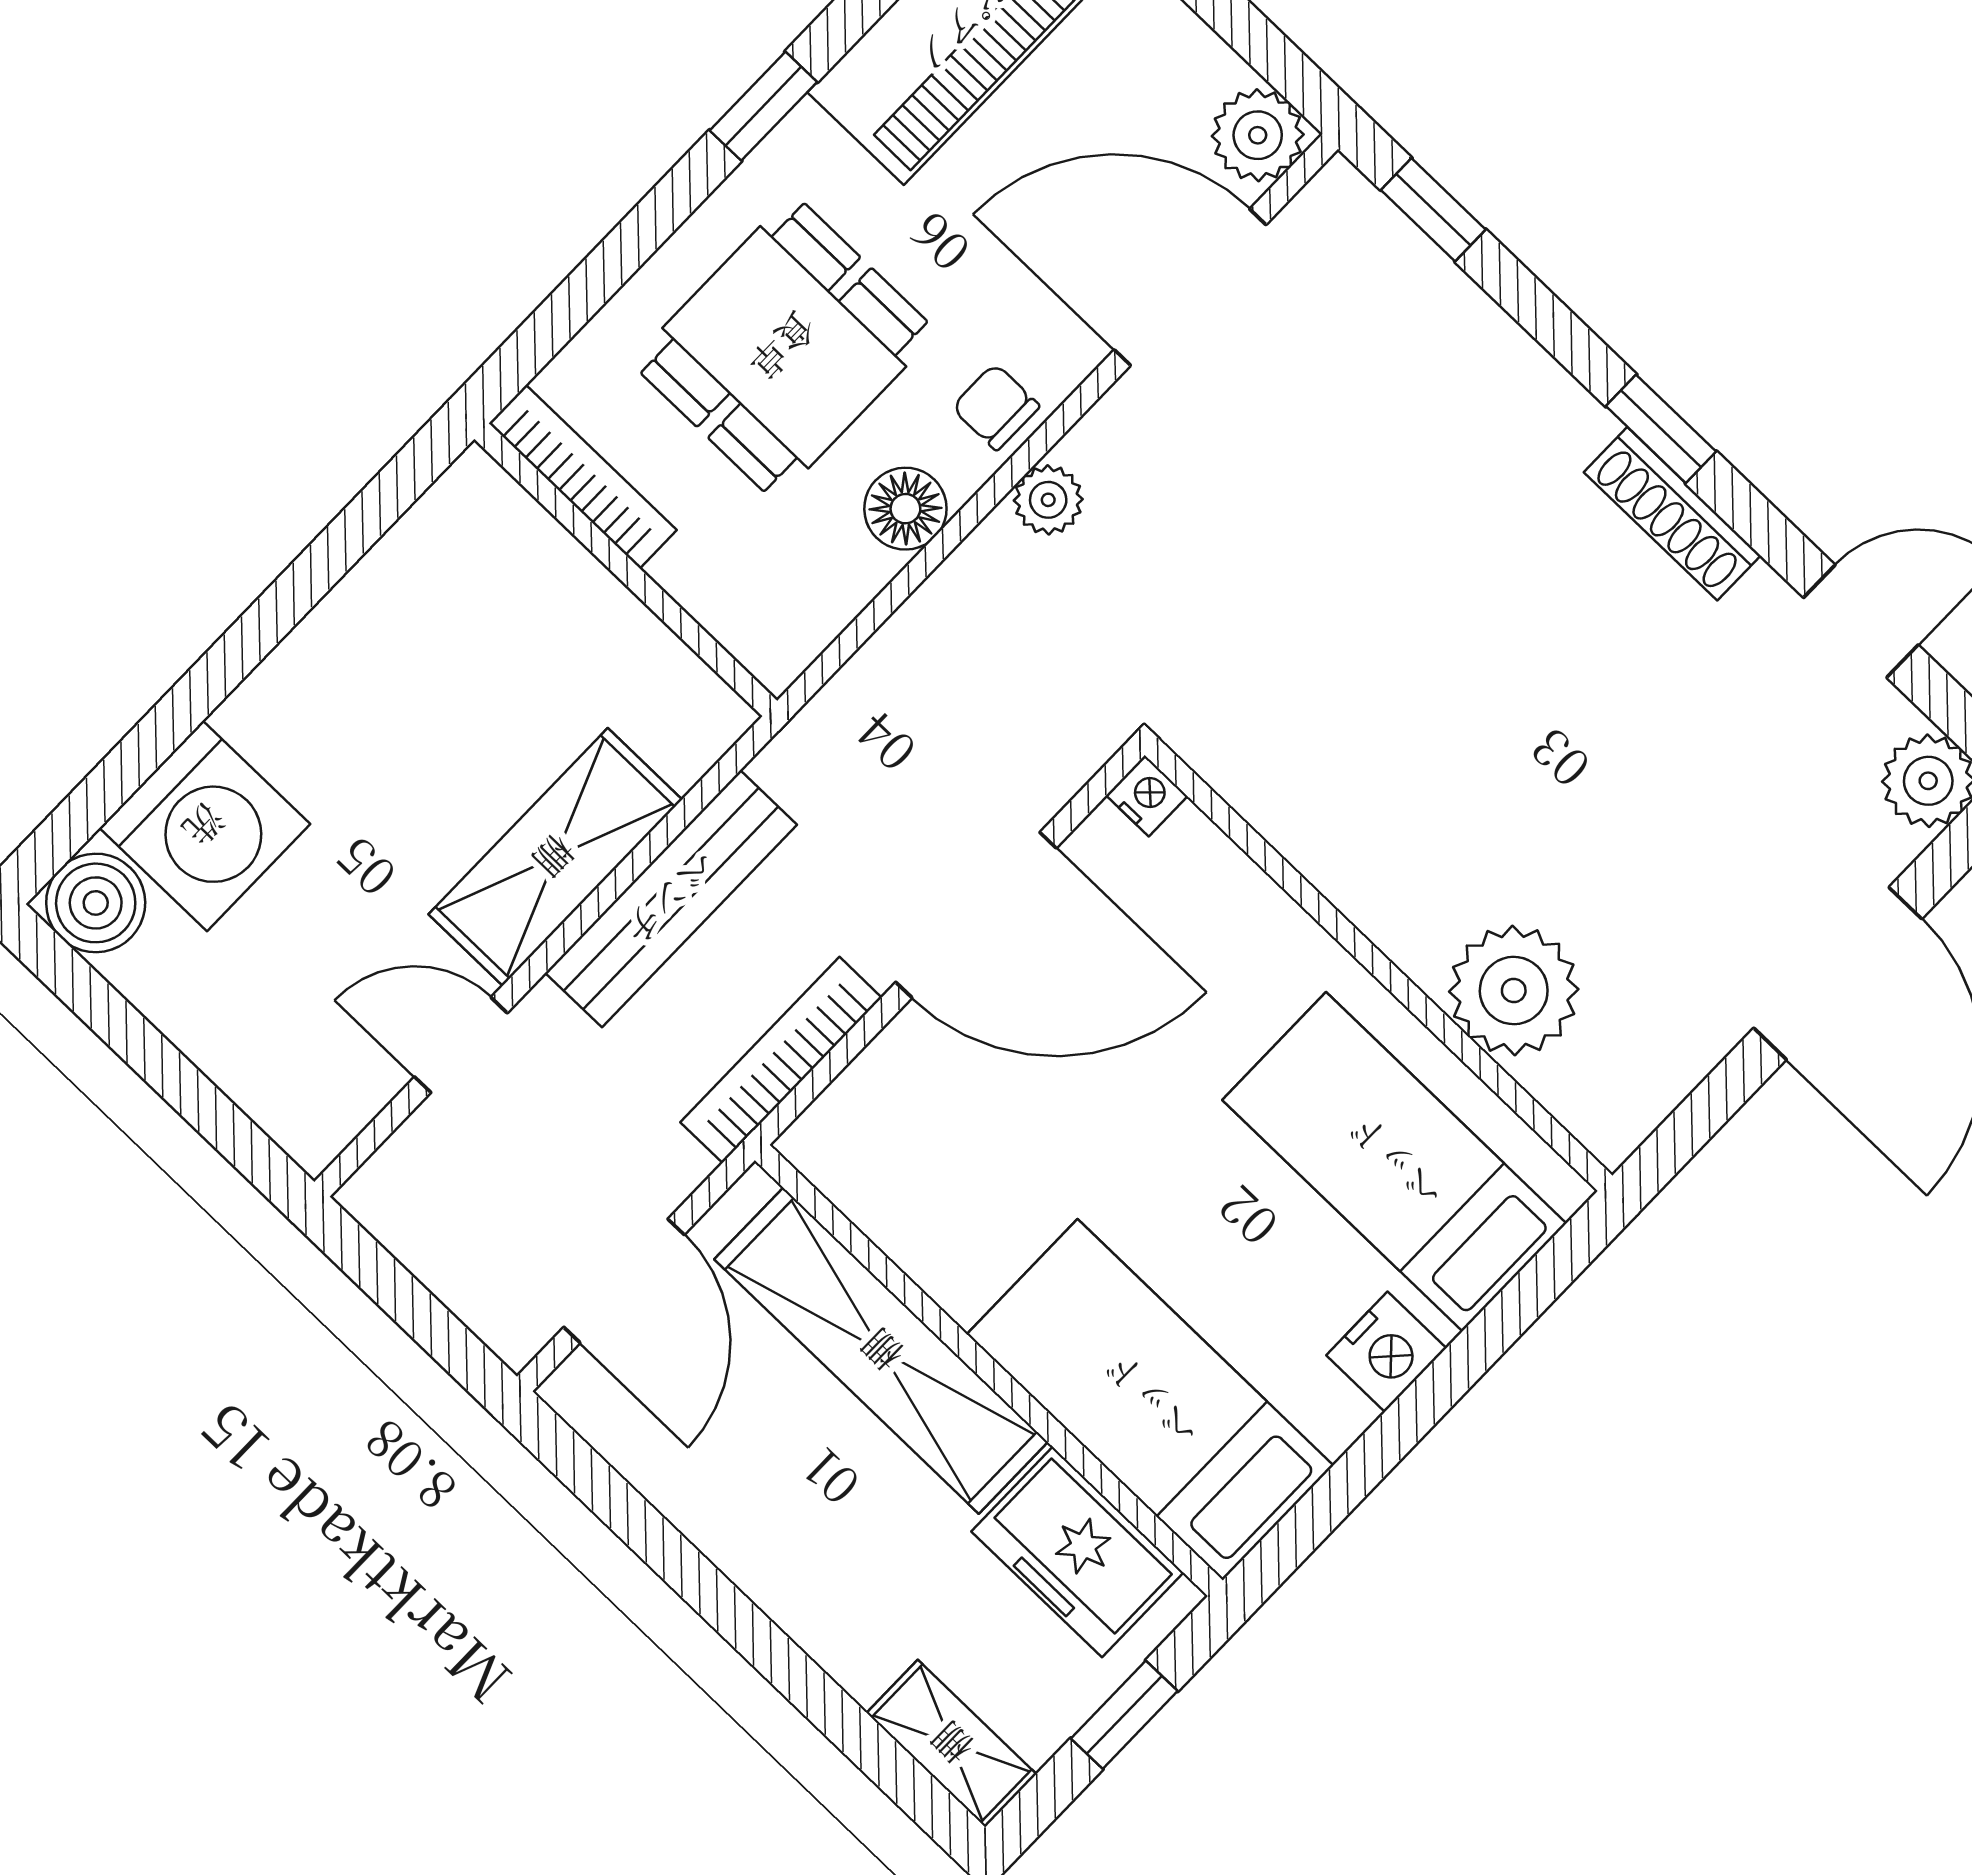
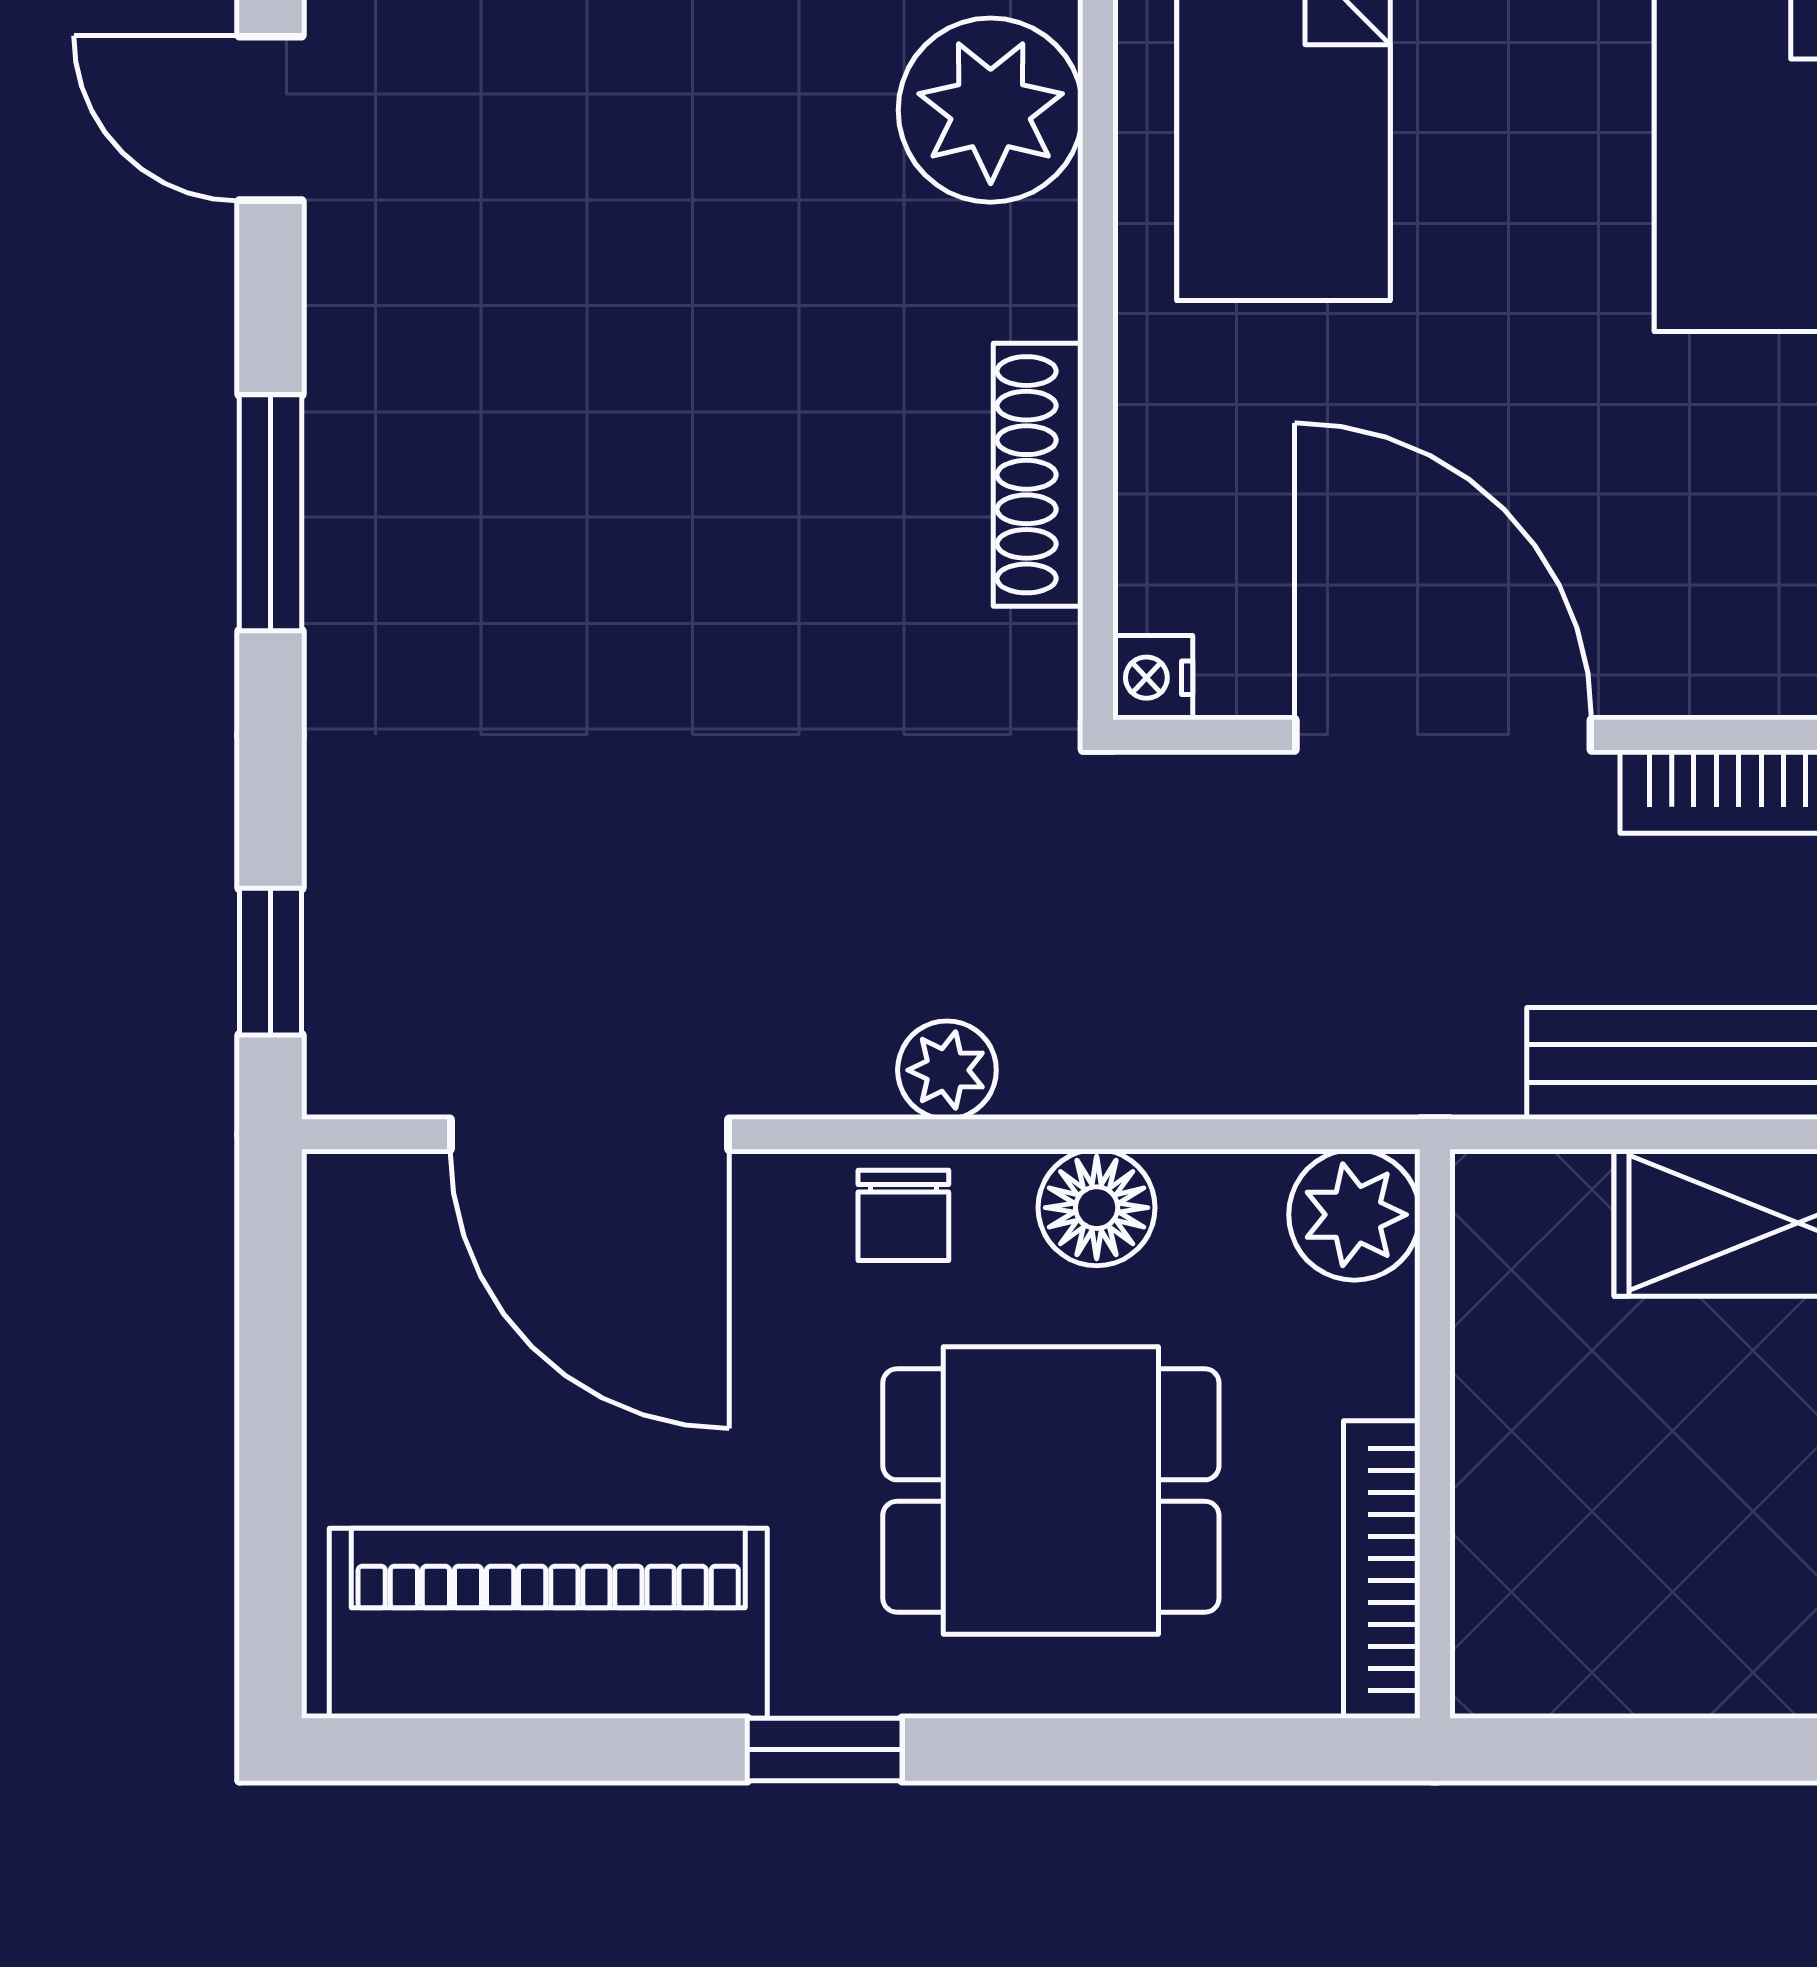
plant: (1258, 135) -> (1354, 1215), moved
window: (1661, 429) -> (271, 513), width x1.50
shoe rack: (1672, 514) -> (1038, 475), moved, turned 180

